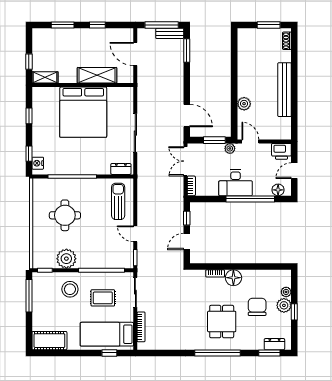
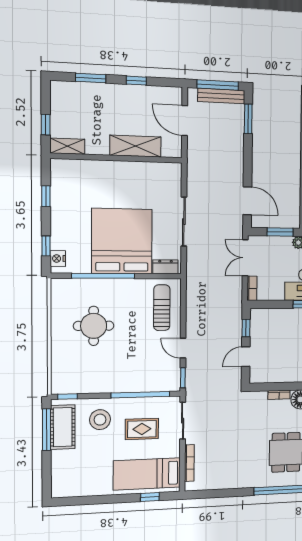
bench: (170, 33) -> (221, 96), width x1.36
bed: (83, 112) -> (122, 241), moved, turned 180
plant: (66, 259) -> (95, 381), removed
cot: (49, 341) -> (63, 427), moved, turned 90

